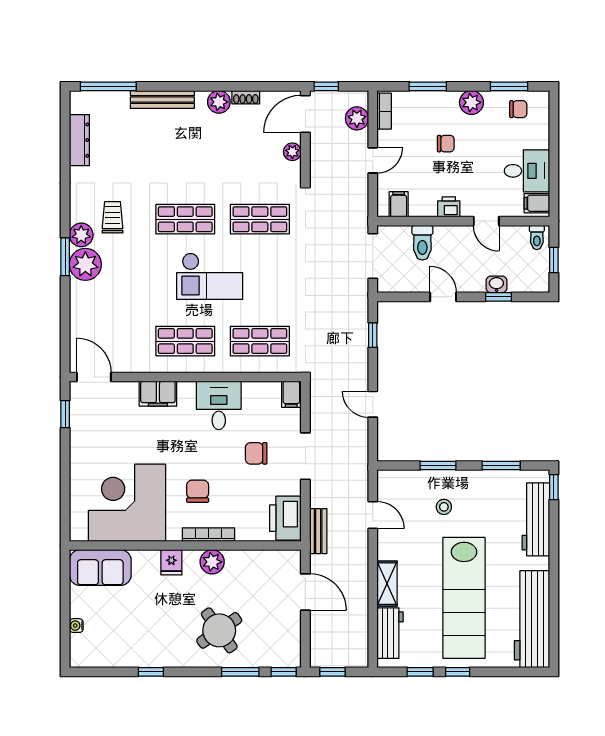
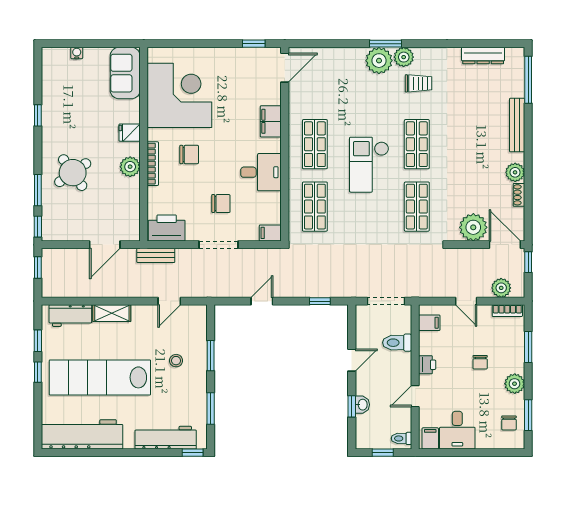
plant: (292, 152) -> (473, 227), width x1.87, depth x1.87
chair: (256, 453) -> (221, 204), turned 90

